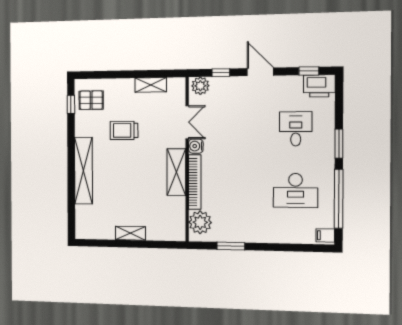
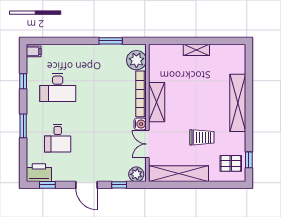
shelving: (151, 85) -> (179, 174), width x2.20, depth x1.33
desk: (296, 190) -> (58, 88), turned 180
window: (339, 199) -> (23, 81), width x0.32

